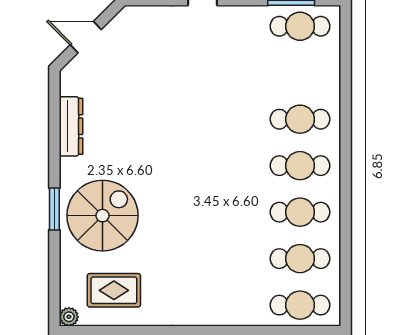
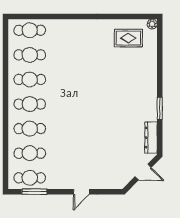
cafe table: (300, 73) -> (30, 153), added
dresser: (71, 126) -> (151, 138), moved
window: (54, 209) -> (160, 108), moved
spiral stairs: (103, 216) -> (134, 78), removed

